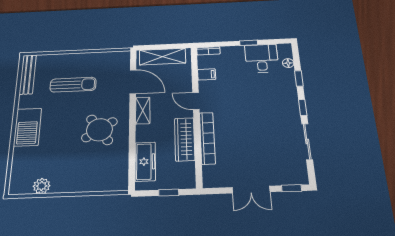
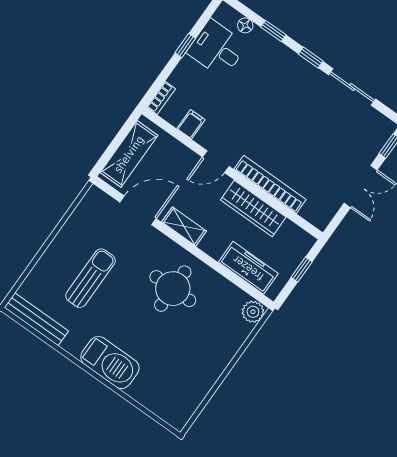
round table: (99, 130) -> (173, 289), turned 34
plant: (42, 186) -> (253, 312), moved

